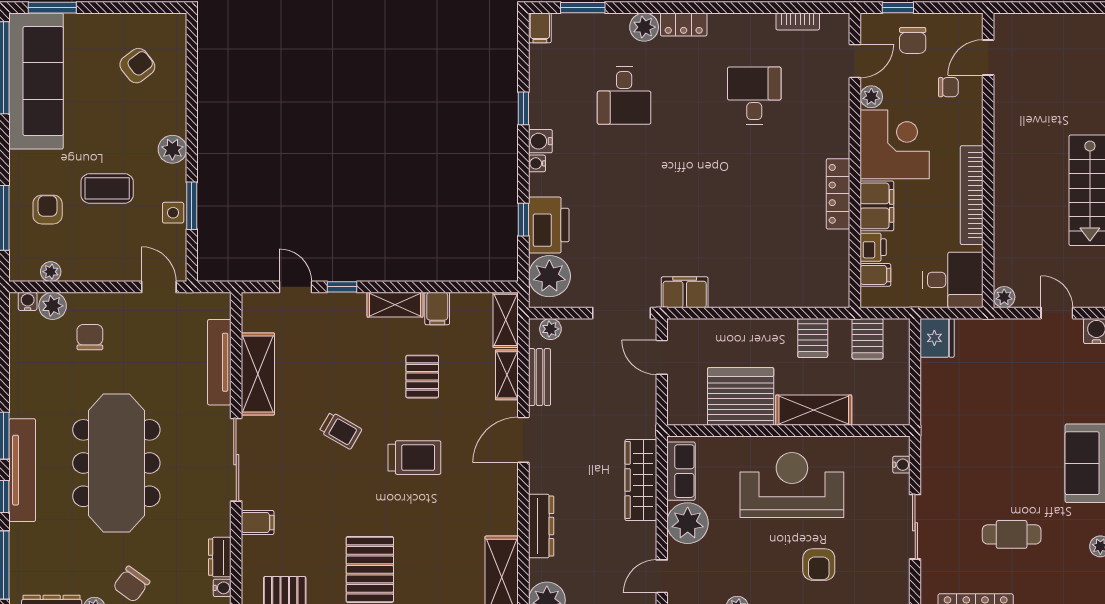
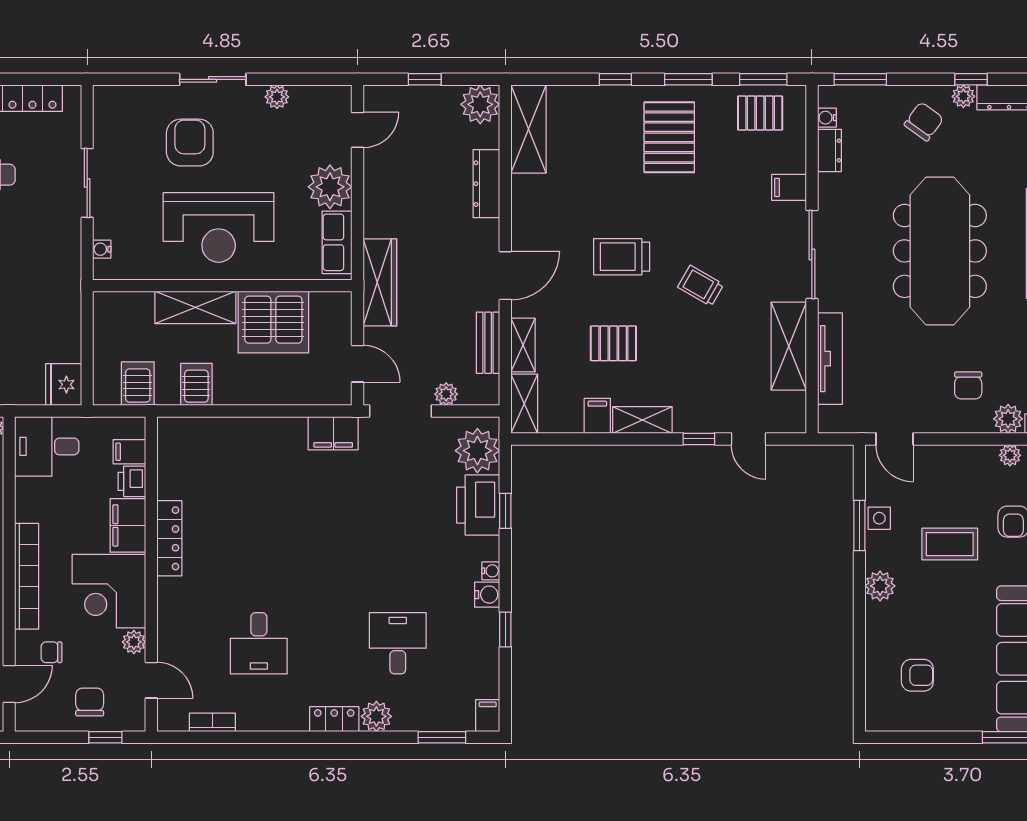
door: (855, 61) -> (151, 680), swing flipped
armchair: (137, 66) -> (917, 675), turned -142
bookcase: (972, 195) -> (27, 576), moved
plant: (550, 329) -> (446, 394), moved
pallet: (422, 377) -> (613, 343), turned 90
wardrobe: (641, 480) -> (380, 282), moved
armchair: (819, 565) -> (190, 143), width x1.38, depth x1.38

